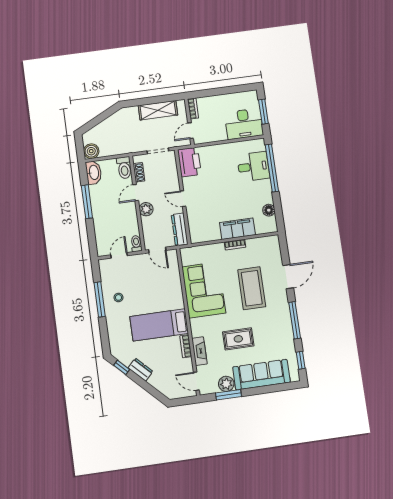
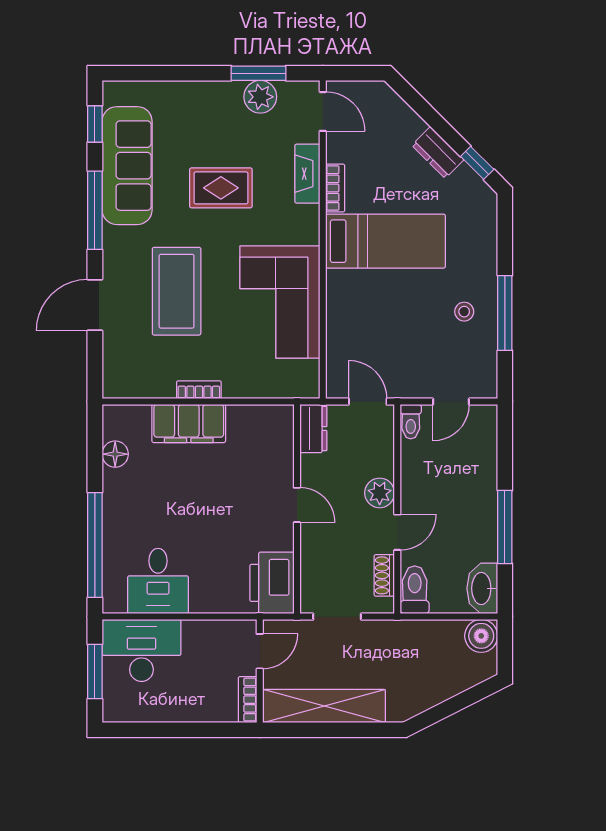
shelving: (158, 110) -> (324, 706), width x1.47
desk: (253, 167) -> (158, 581), moved, turned -90
dresser: (180, 229) -> (313, 429), width x0.70
sofa: (261, 375) -> (127, 166), moved, turned -90

